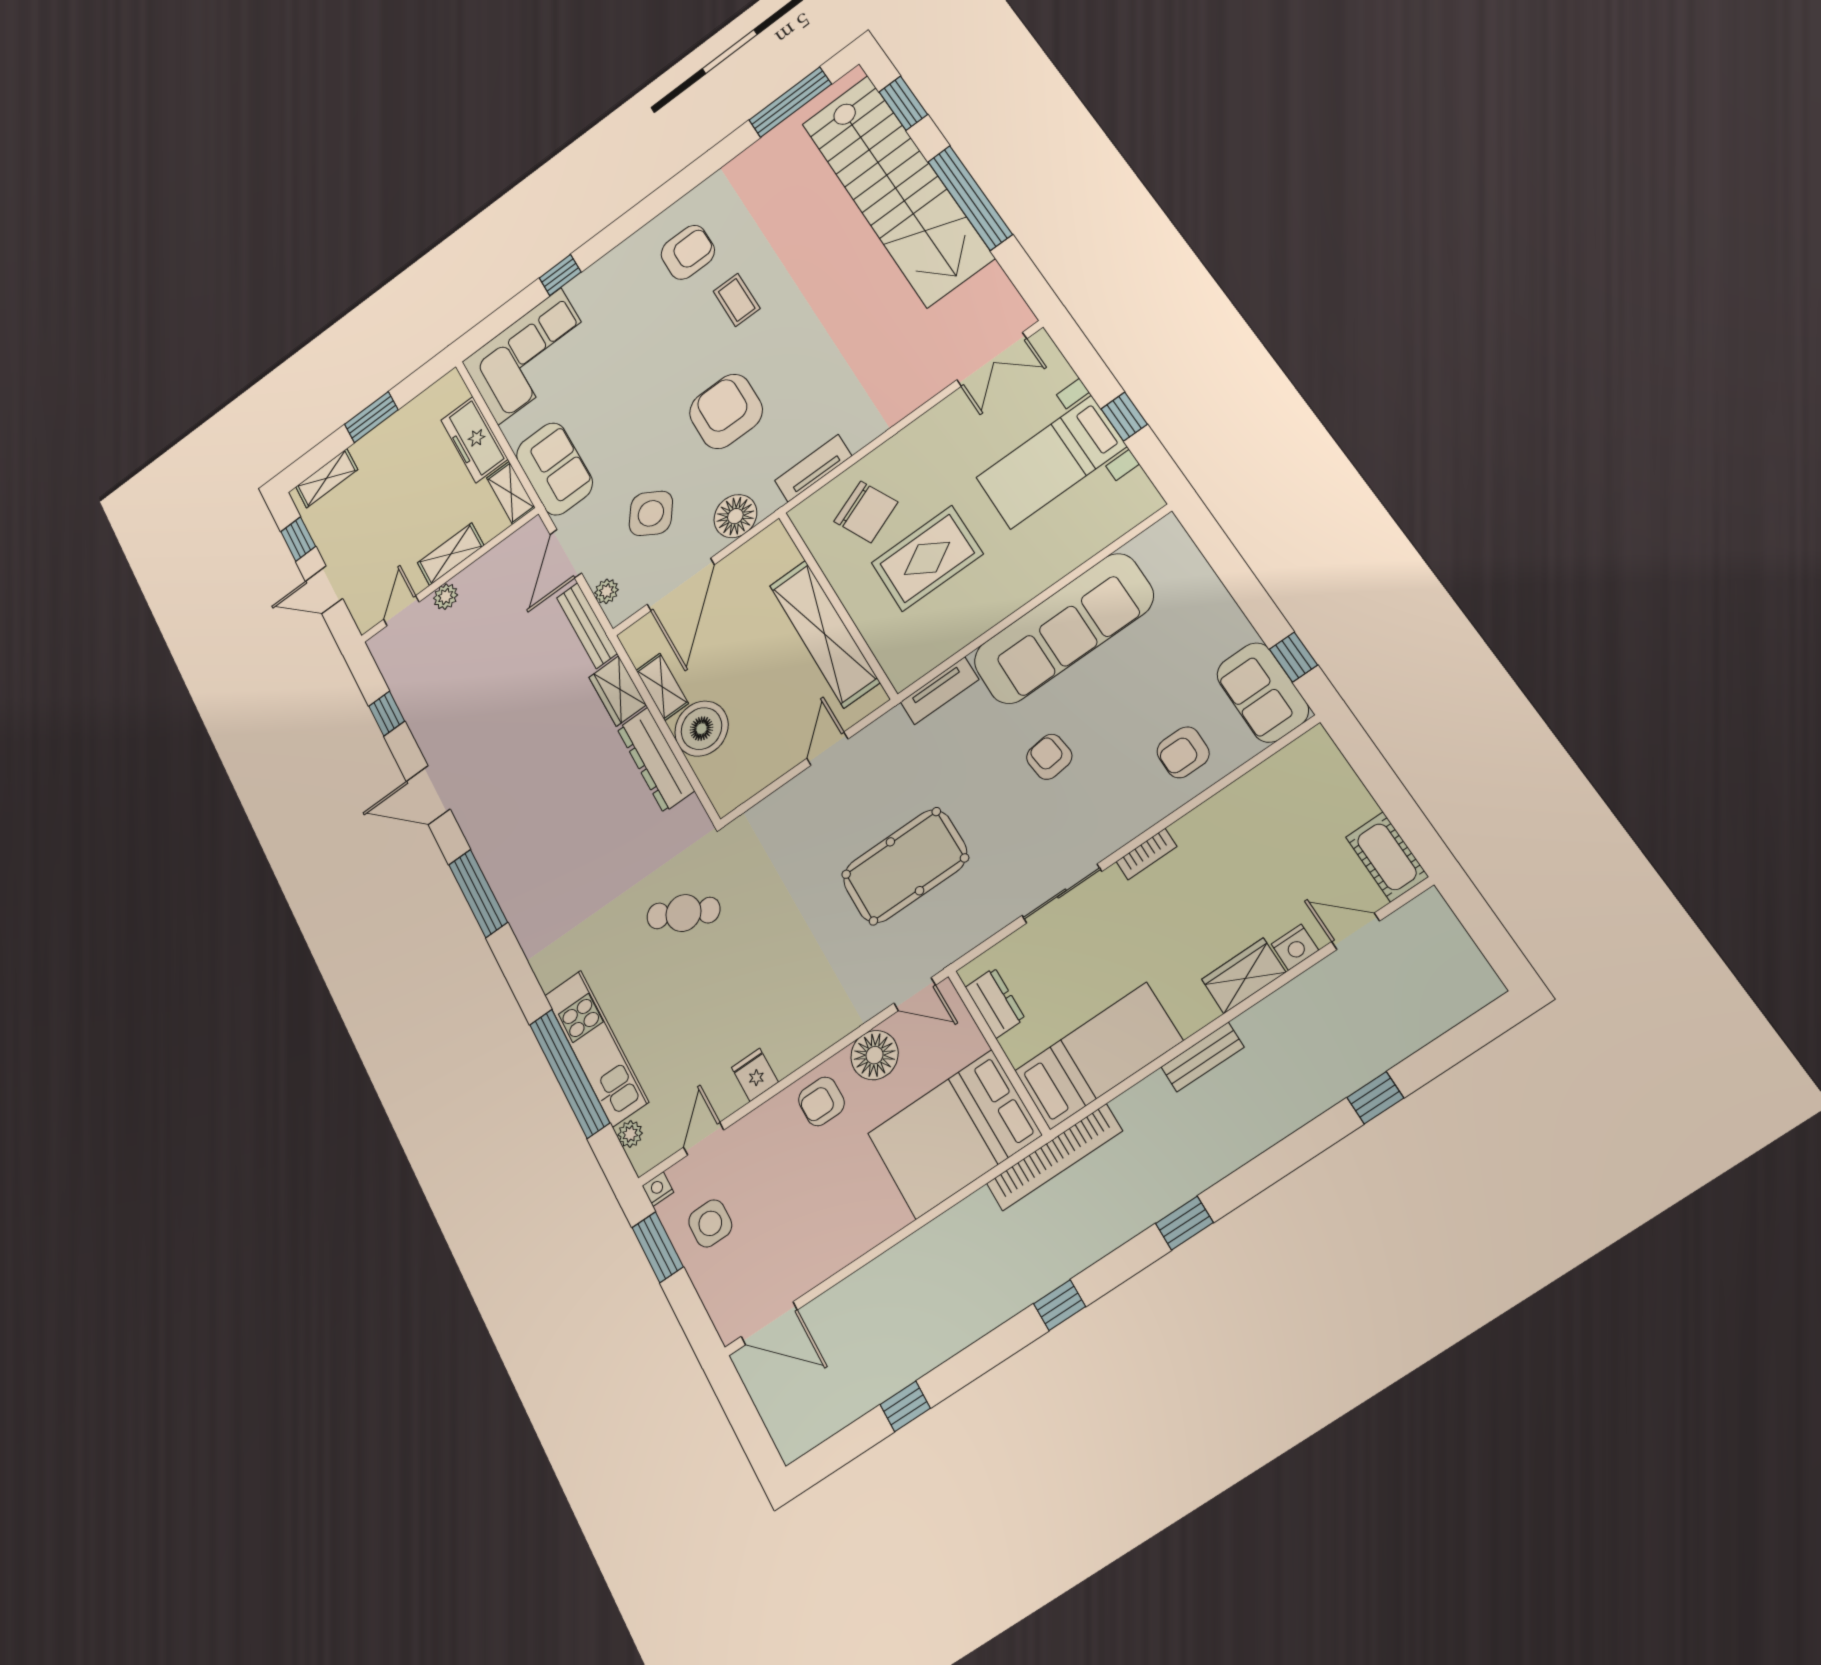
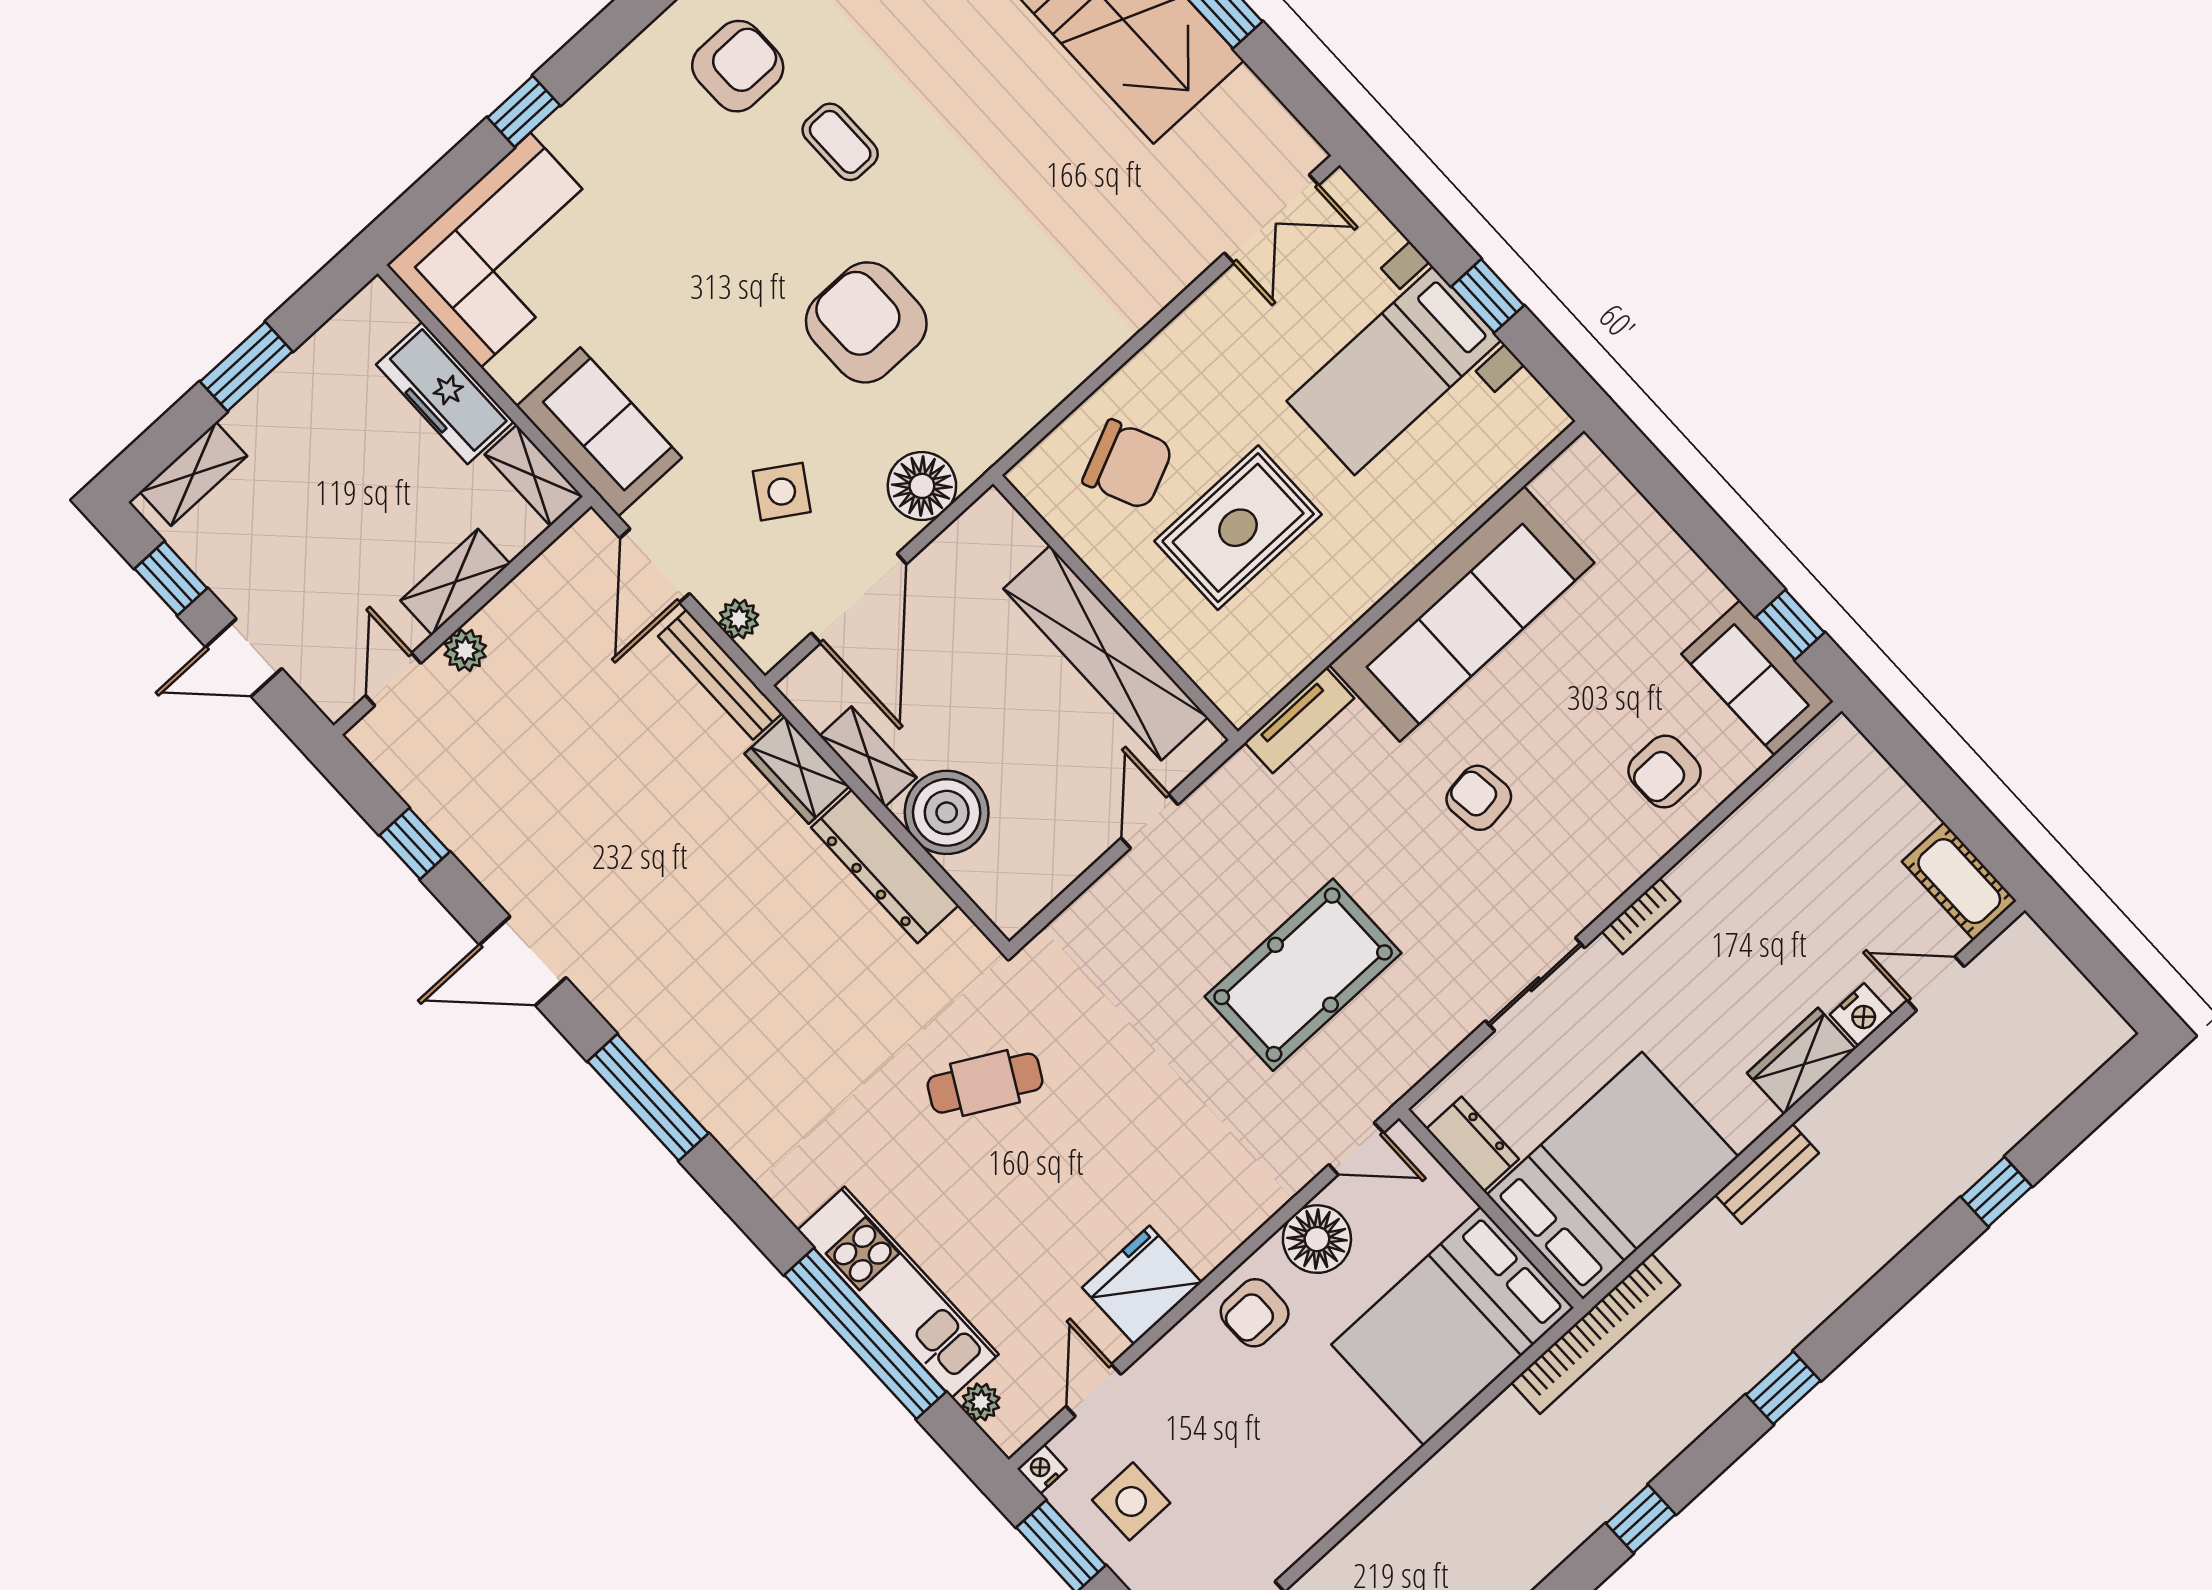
tv unit: (813, 468) -> (1030, 403), removed
side table: (651, 513) -> (782, 492), width x0.73, depth x0.73
bed: (1098, 1056) -> (1612, 1176), width x1.50
fridge: (755, 1075) -> (1142, 1285), width x1.88, depth x1.34

